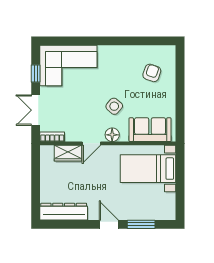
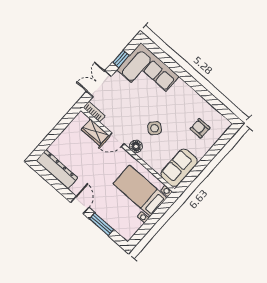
armchair: (152, 73) -> (200, 128), turned -109
sofa: (150, 130) -> (179, 168), moved, turned -90

